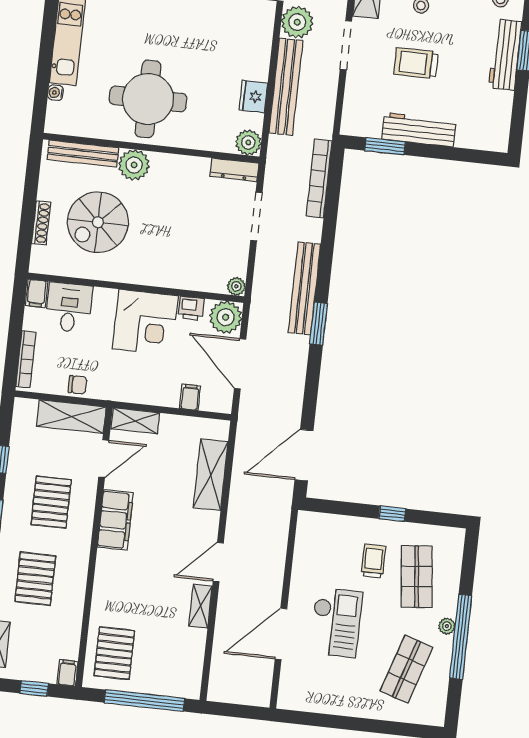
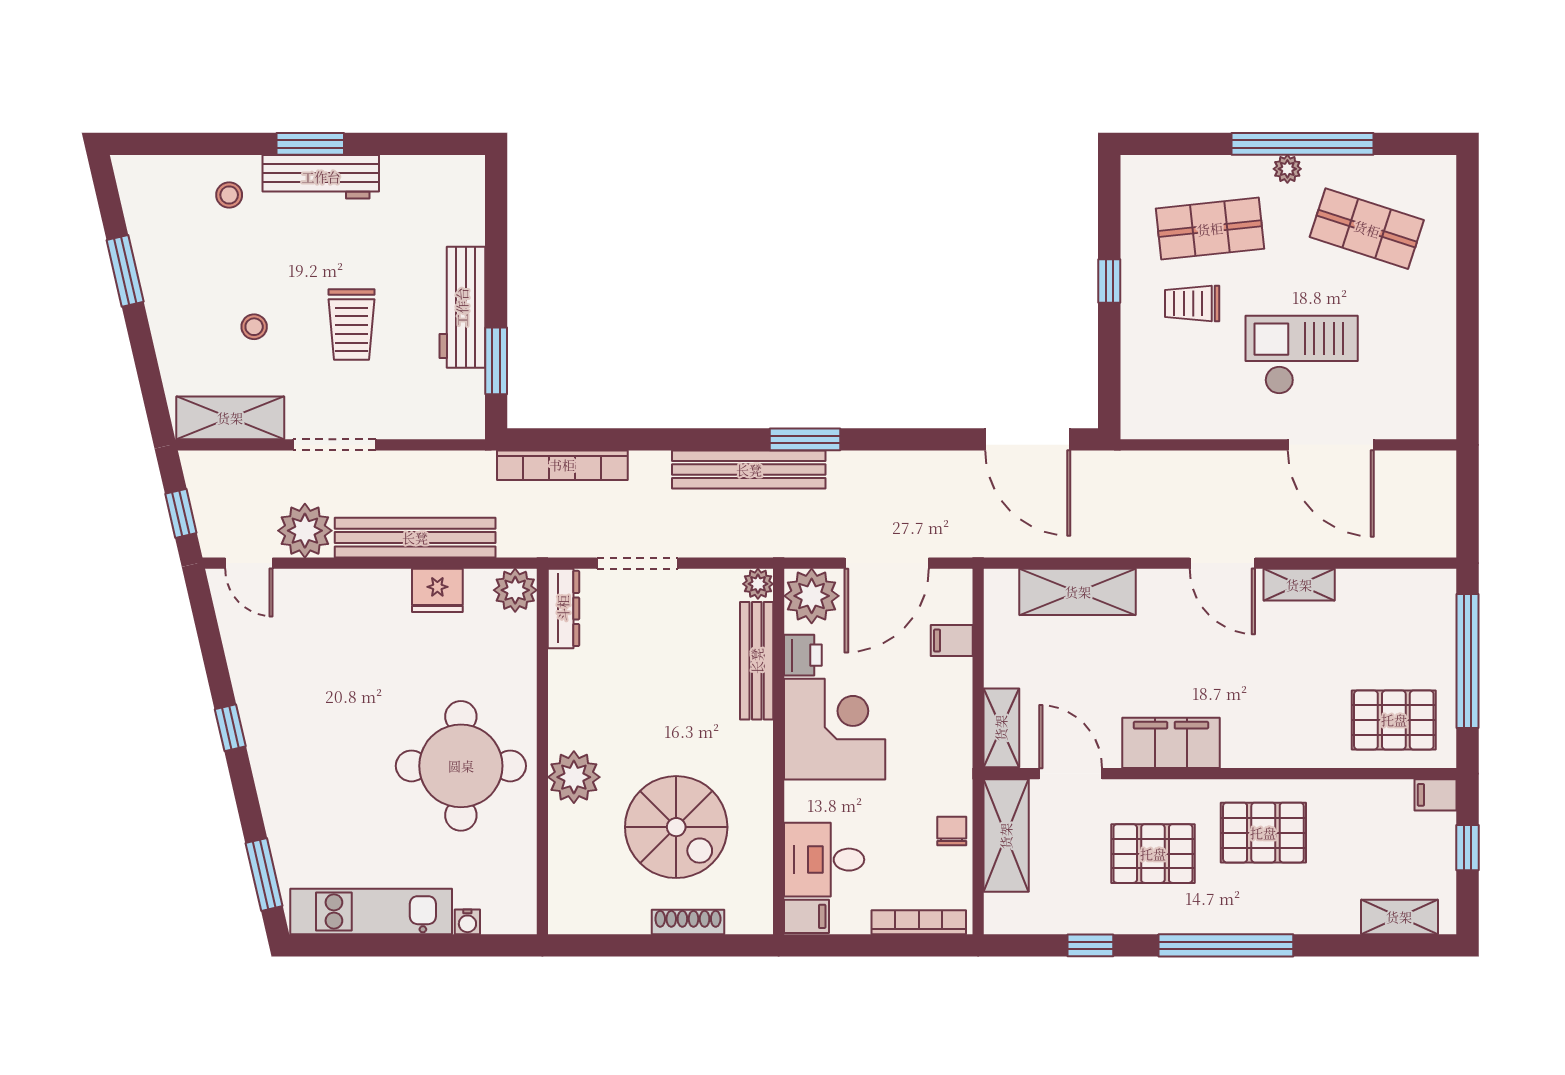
bench: (83, 154) -> (757, 661), moved
pallet: (35, 579) -> (1263, 833), moved

